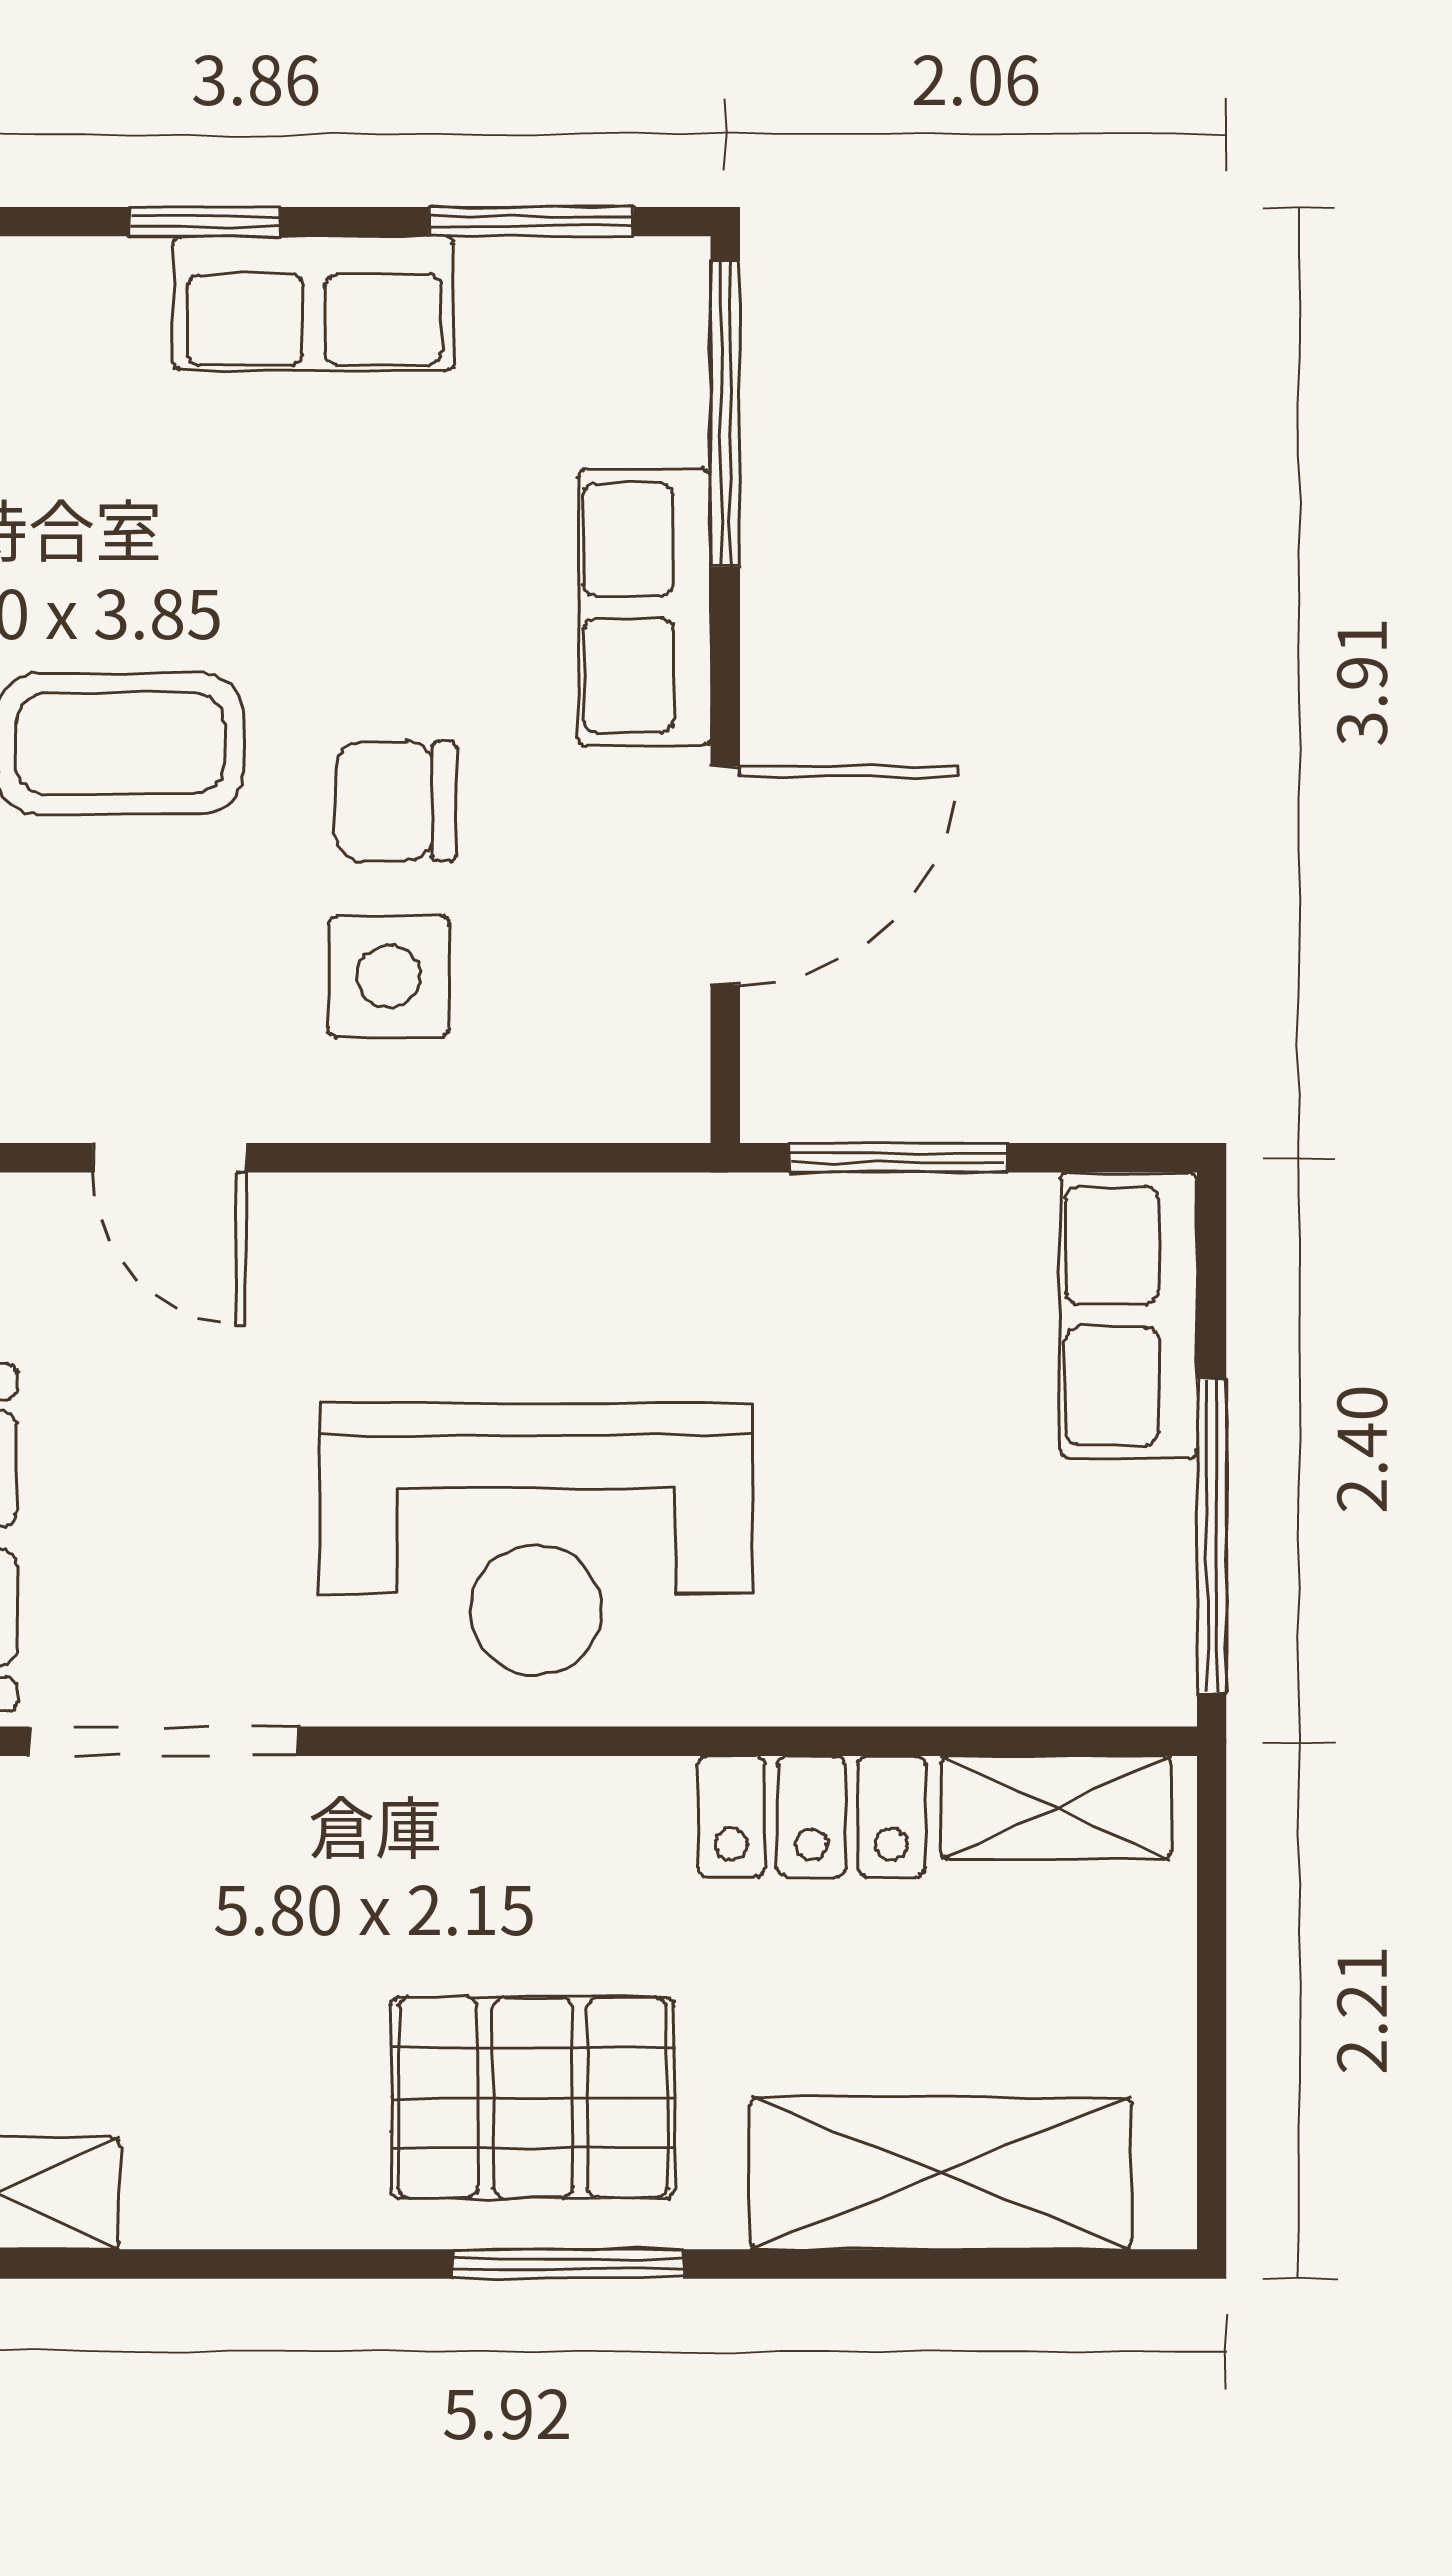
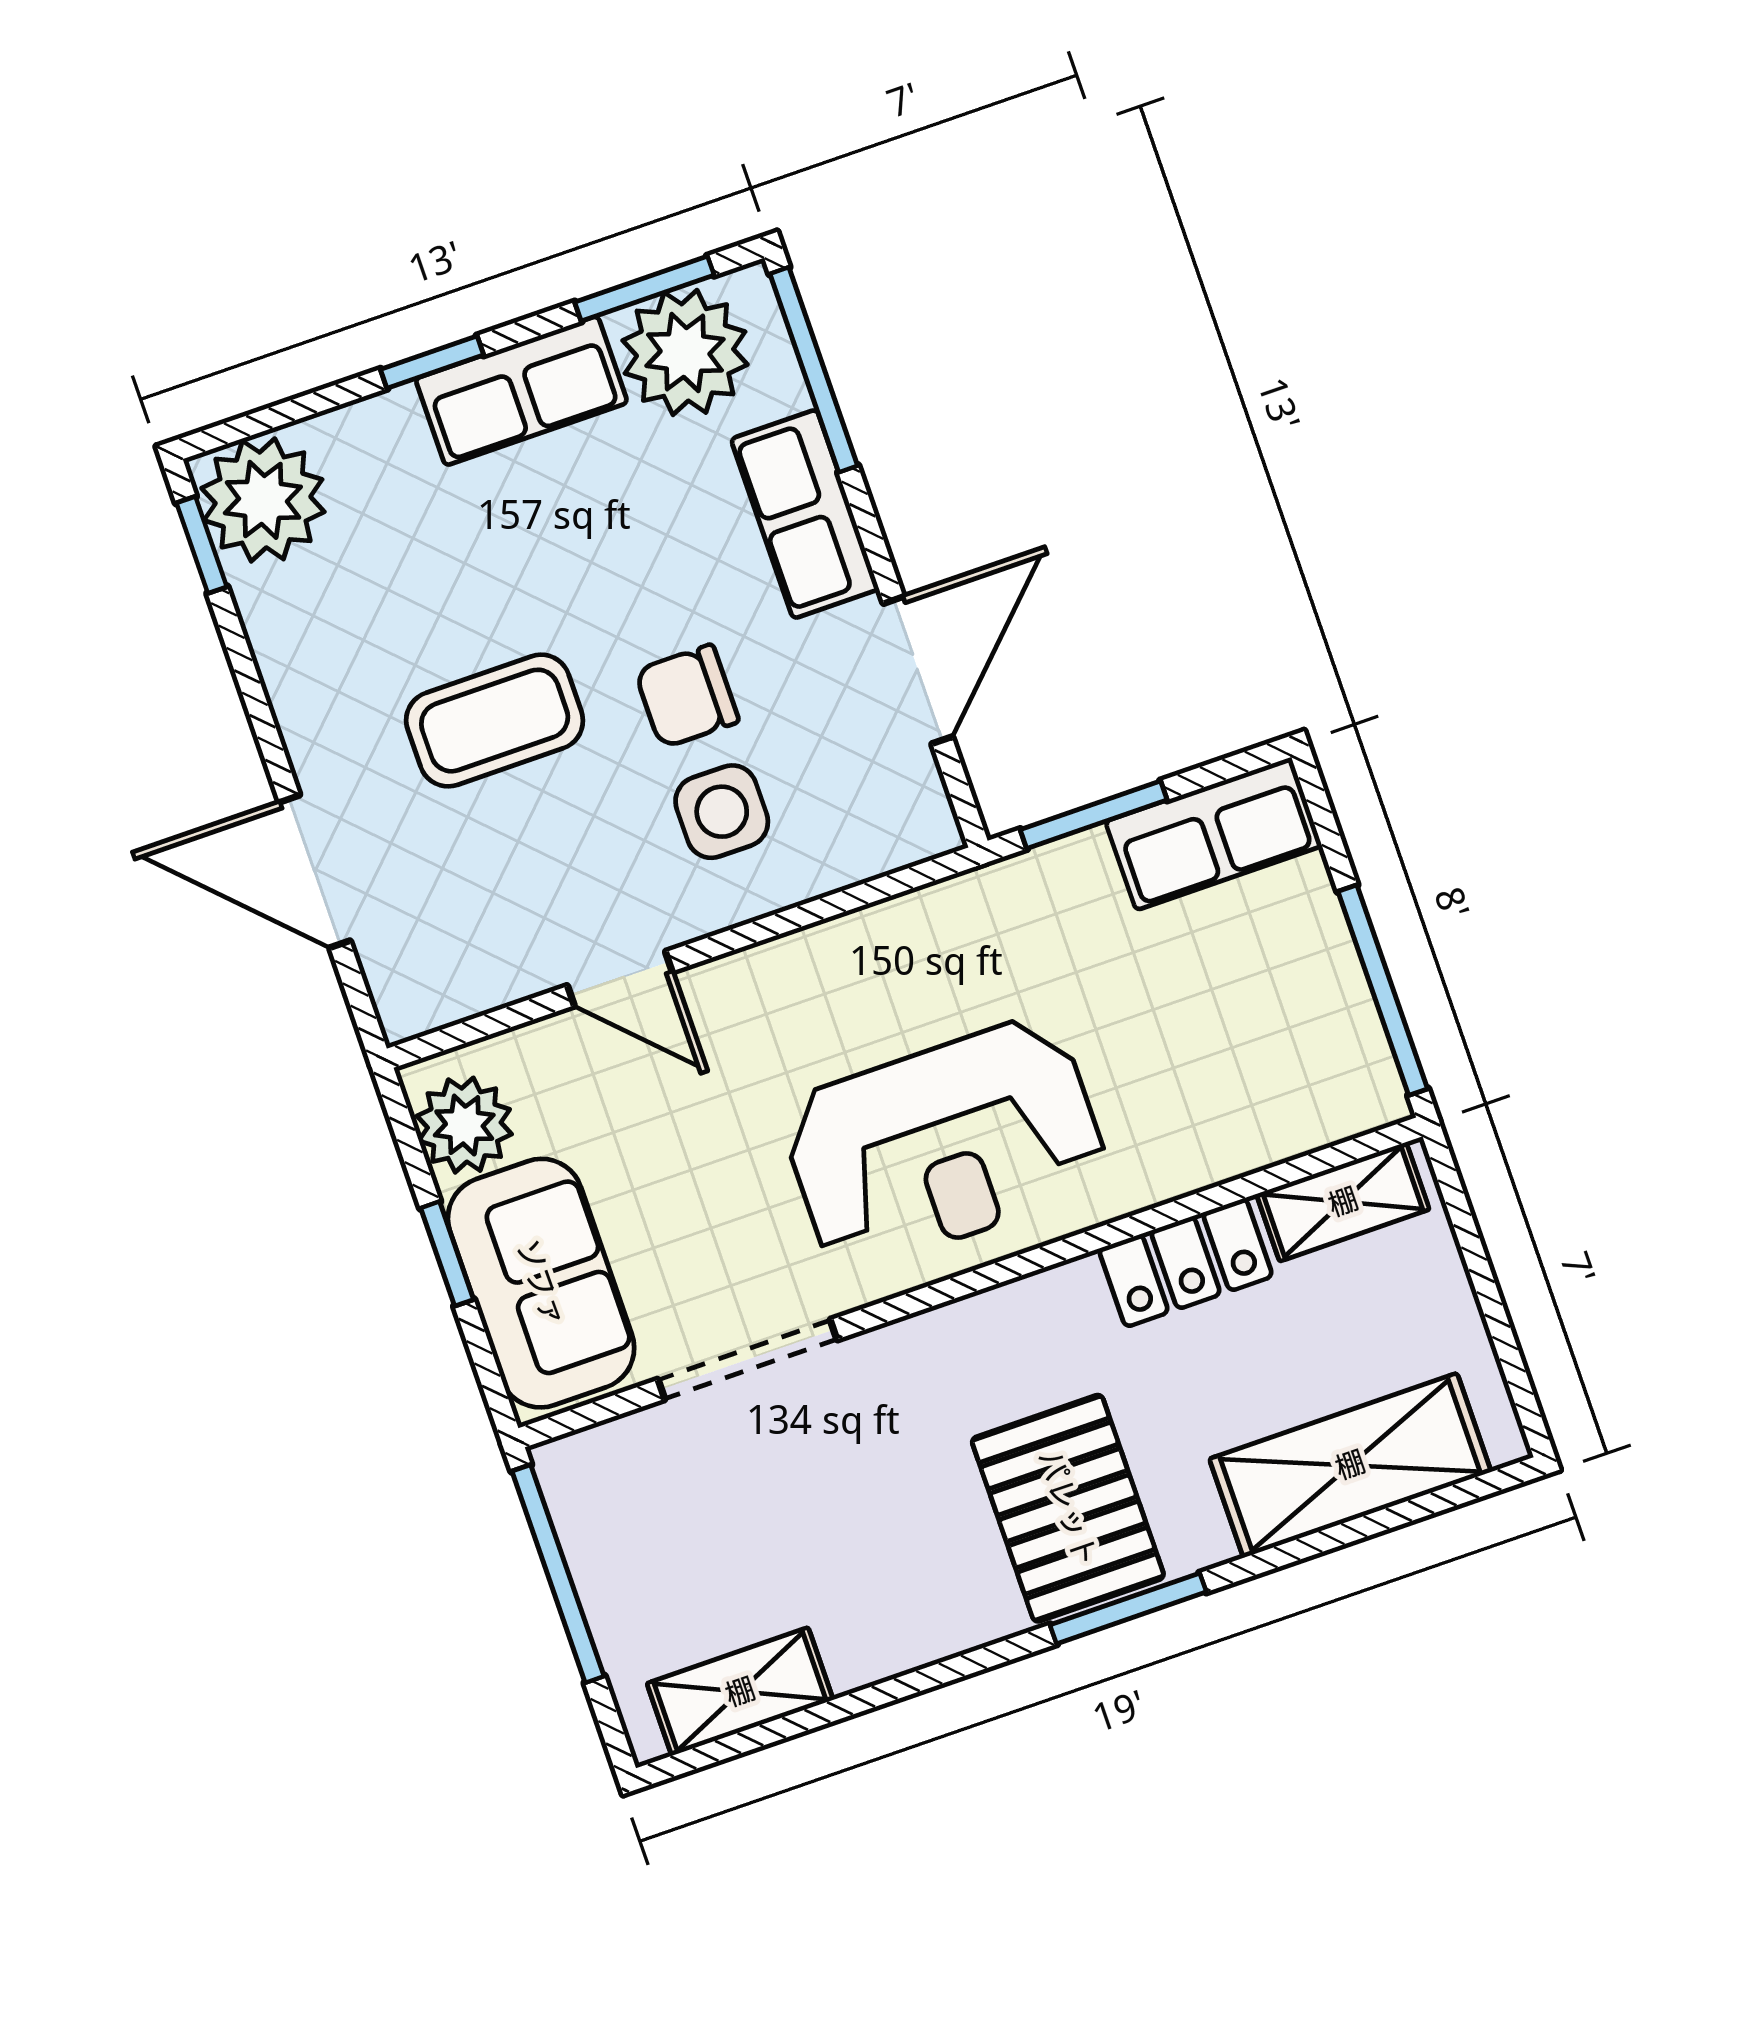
plant: (557, 329) -> (685, 352), added
row of seats: (1128, 1316) -> (1214, 834), moved, turned -90
pallet: (533, 2098) -> (1068, 1508), turned 90

